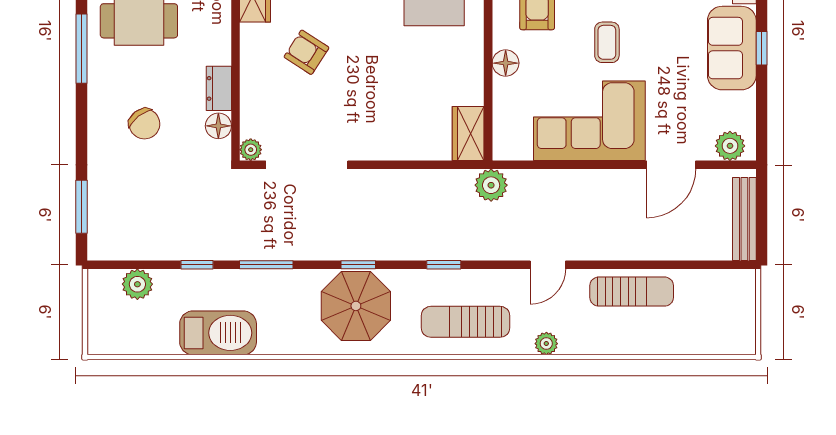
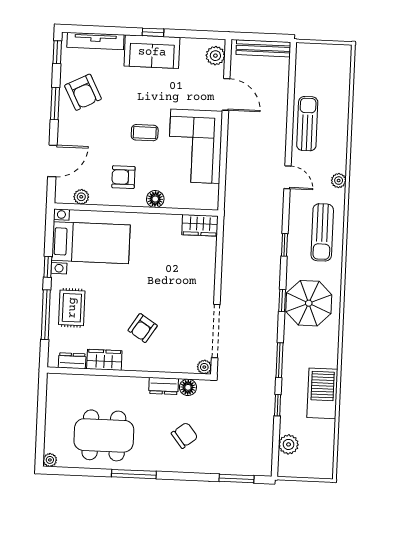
plant: (491, 185) -> (234, 212), removed

